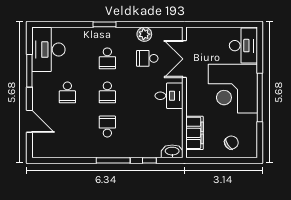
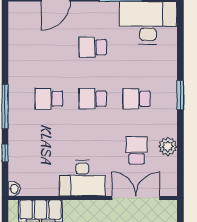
desk: (169, 96) -> (82, 178), width x1.37
school desk: (107, 127) -> (49, 99), turned 180
washbasin: (172, 151) -> (14, 189), width x0.52, depth x0.69

